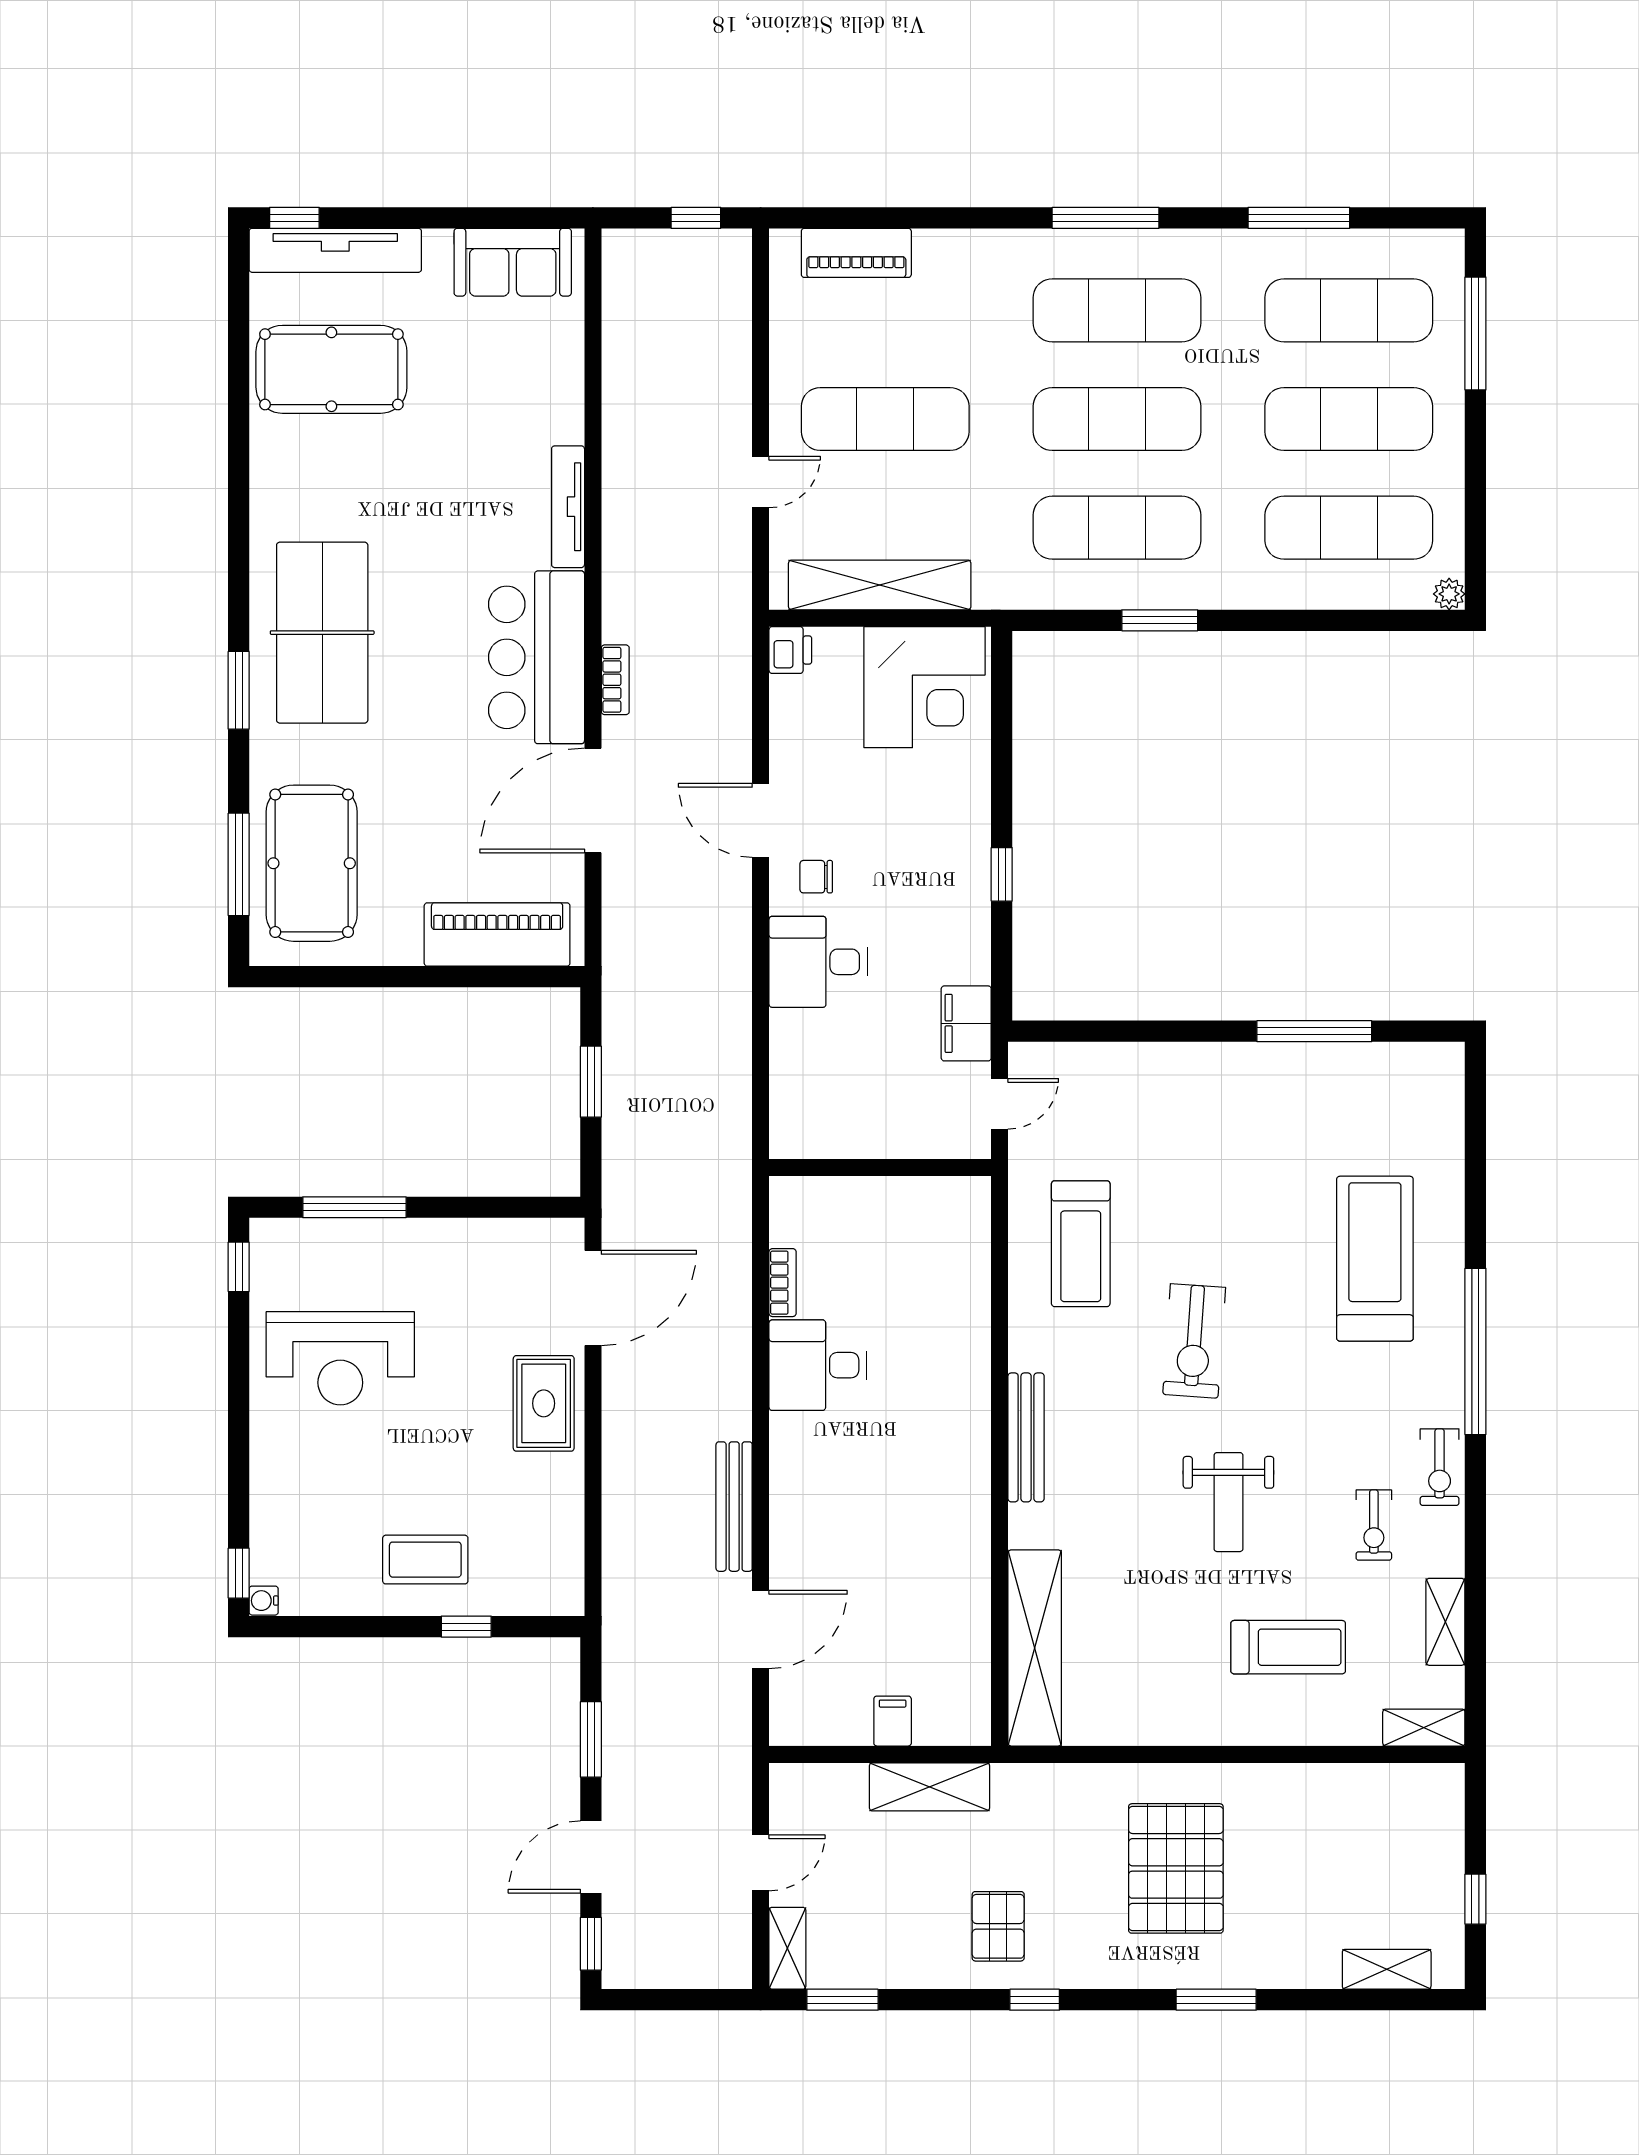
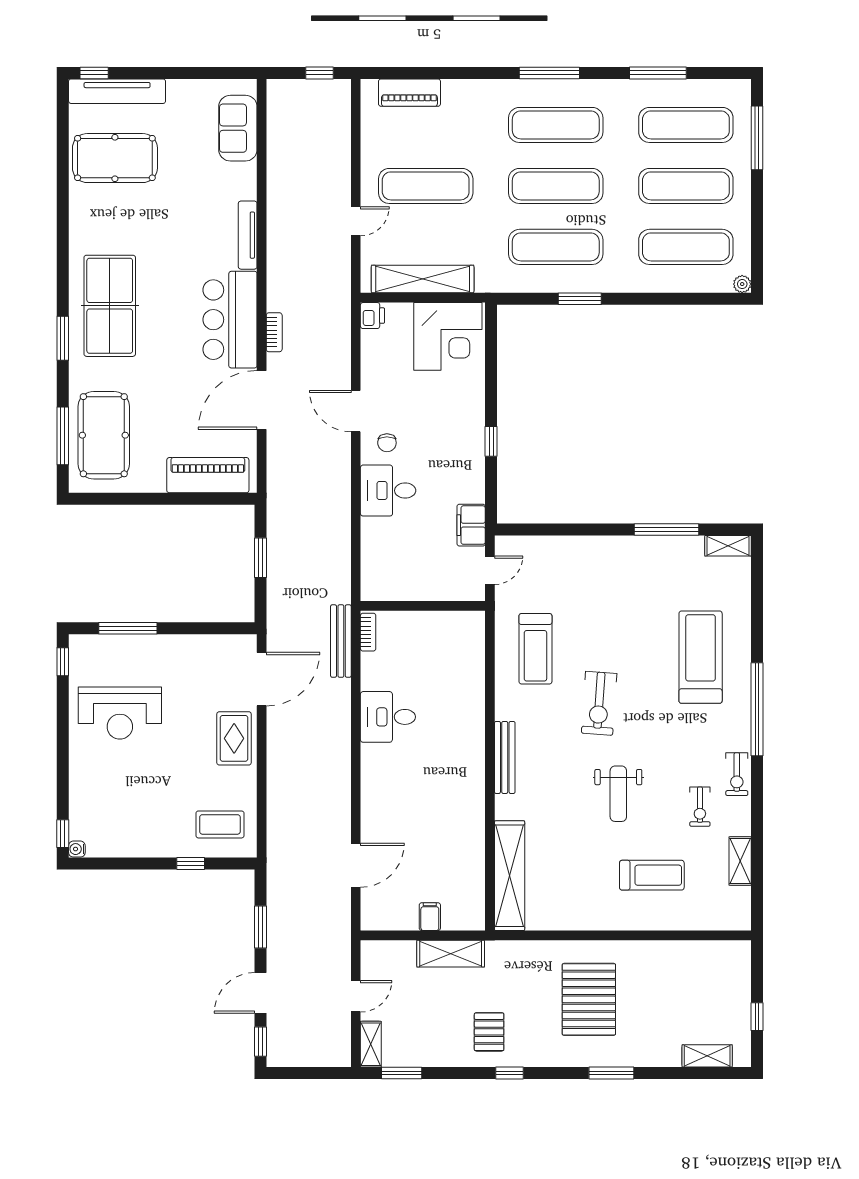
sofa: (513, 262) -> (238, 128), moved, turned 90
chair: (816, 877) -> (387, 443), turned -90
bookcase: (783, 1283) -> (368, 632), moved
bench: (734, 1507) -> (341, 641), moved
coffee table: (425, 1560) -> (220, 824), moved
shelving: (1424, 1728) -> (728, 546), moved

